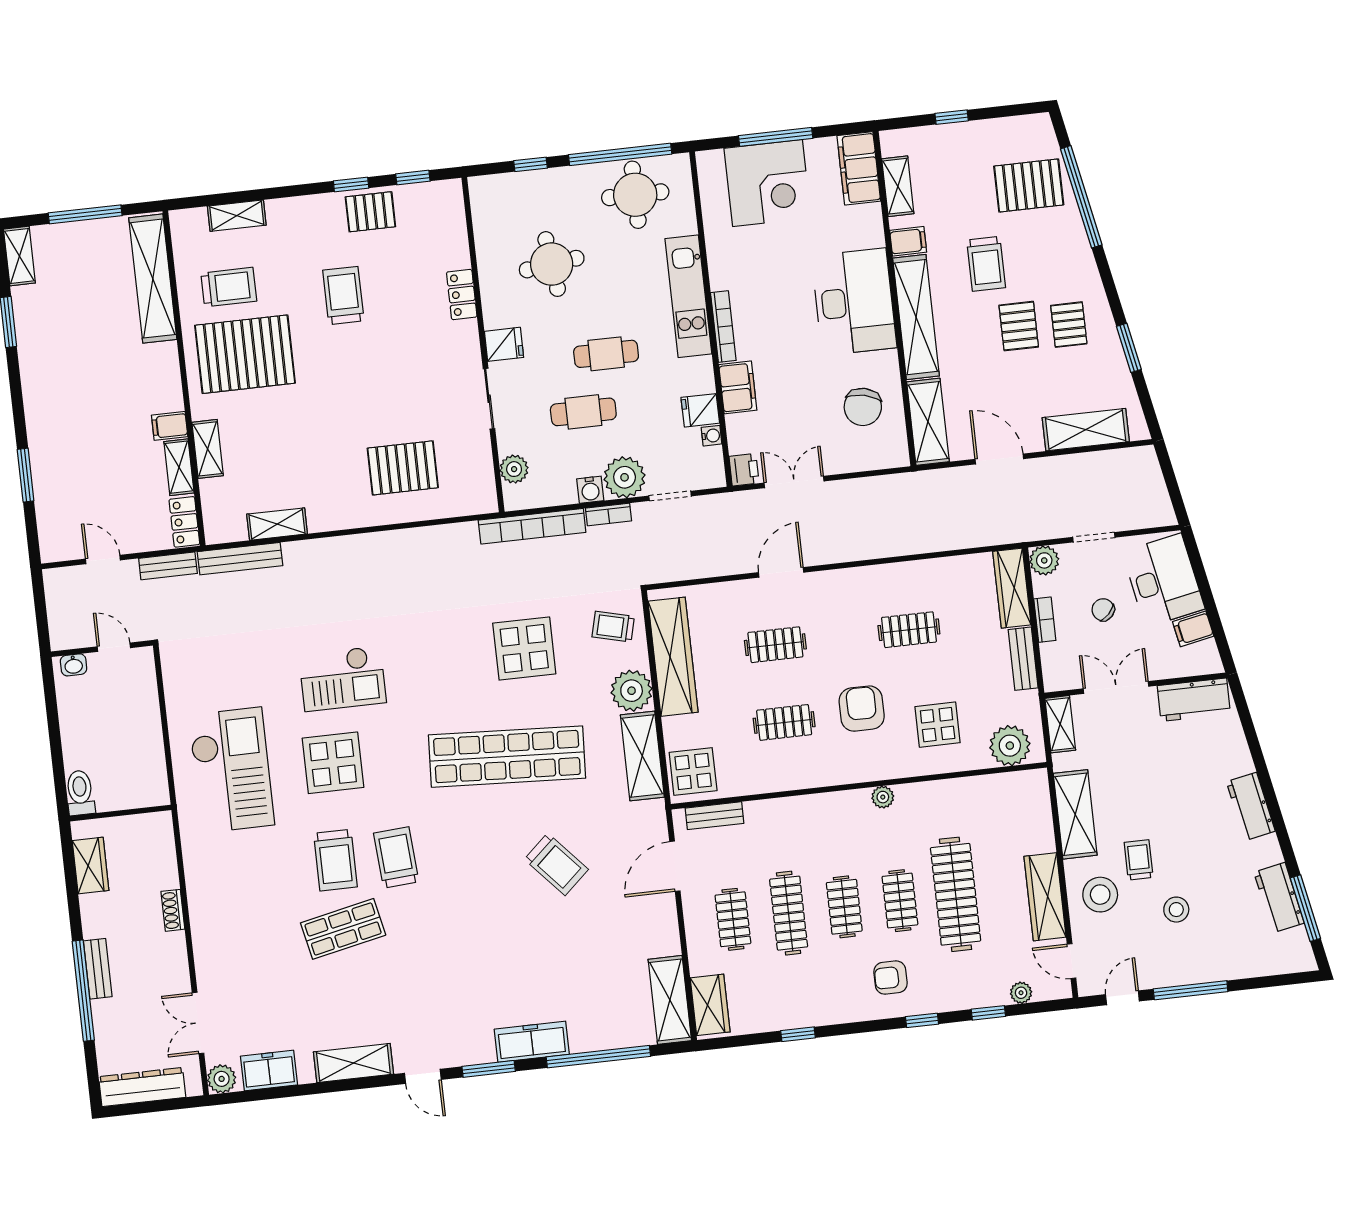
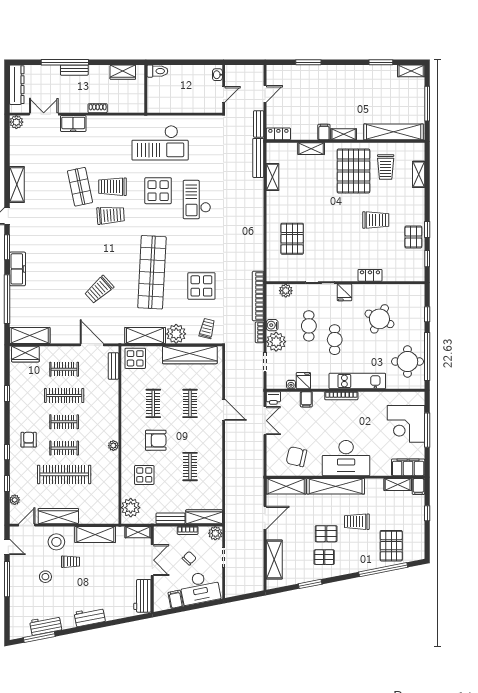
filing cabinet: (908, 241) -> (418, 486), moved
round table: (552, 264) -> (379, 319), turned 33
filing cabinet: (738, 387) -> (306, 399), width x0.50
shelving: (179, 467) -> (344, 134), moved
freezer: (269, 1070) -> (73, 124), moved, turned 90

